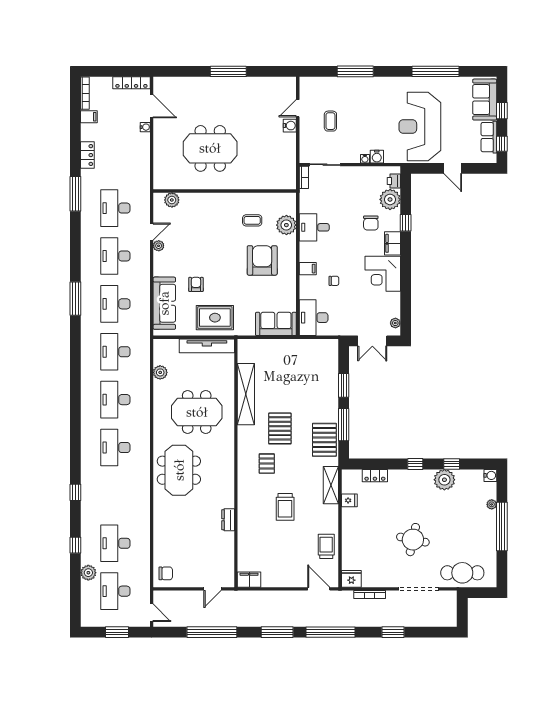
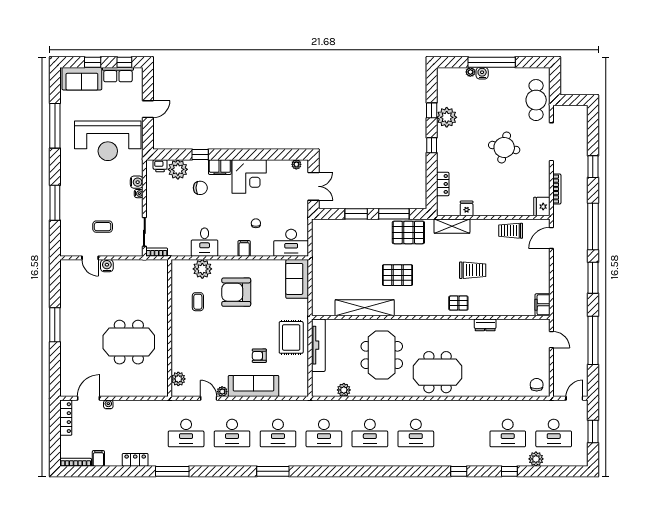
meeting table: (210, 148) -> (129, 342), turned 90
sofa: (164, 303) -> (254, 386), moved
pallet: (267, 464) -> (458, 303), moved
water cooler: (490, 475) -> (482, 73), moved

